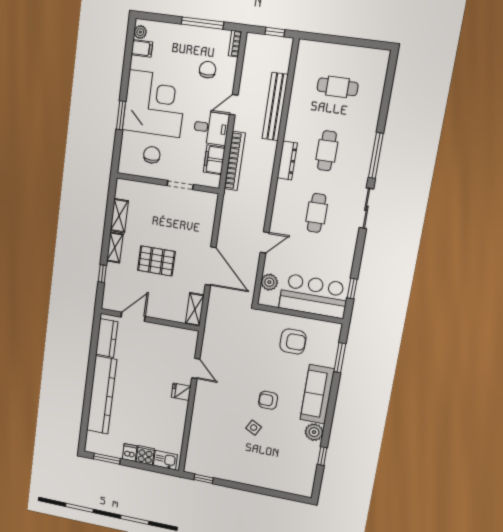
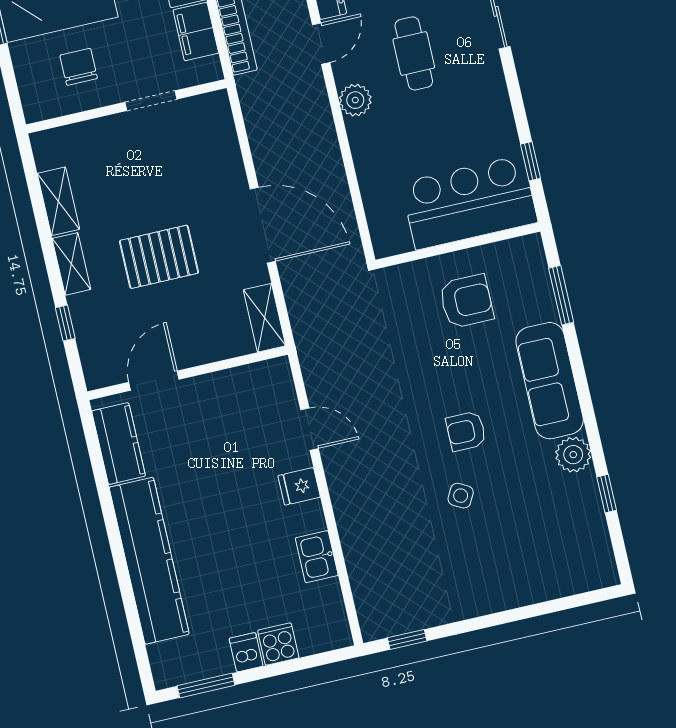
door: (265, 242) -> (321, 44), moved
plant: (269, 282) -> (355, 100), moved
kitchen sink: (165, 460) -> (317, 557), moved, turned -90

